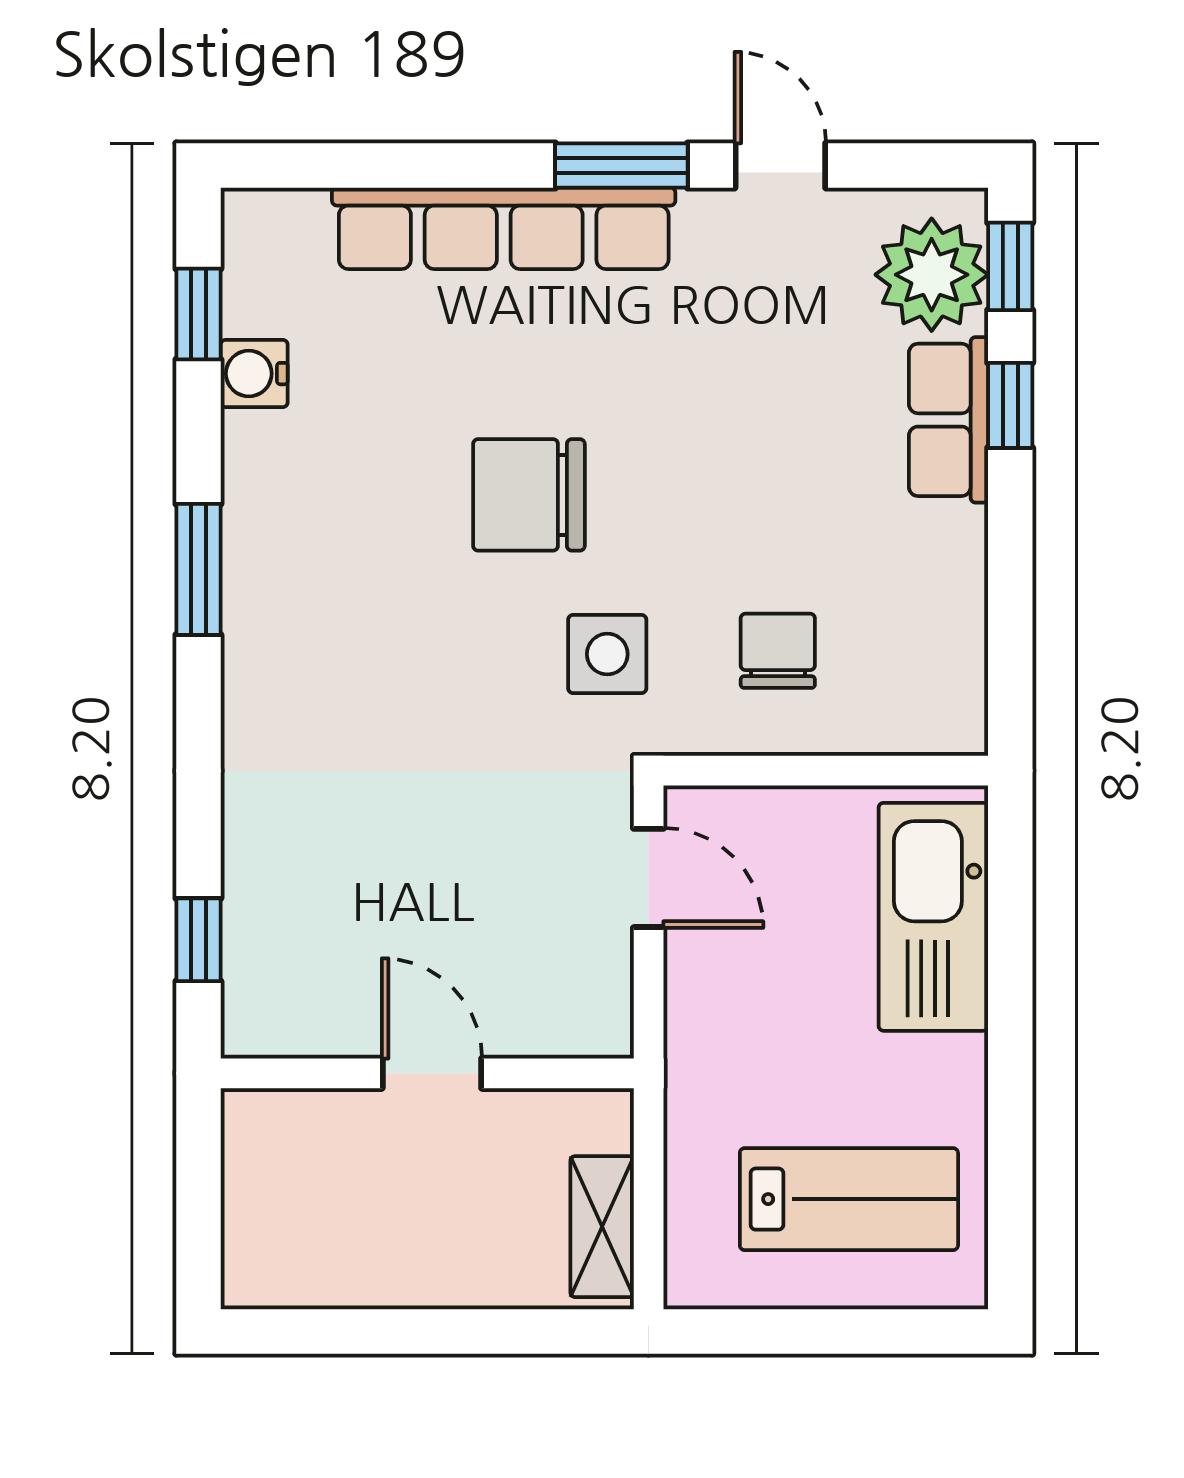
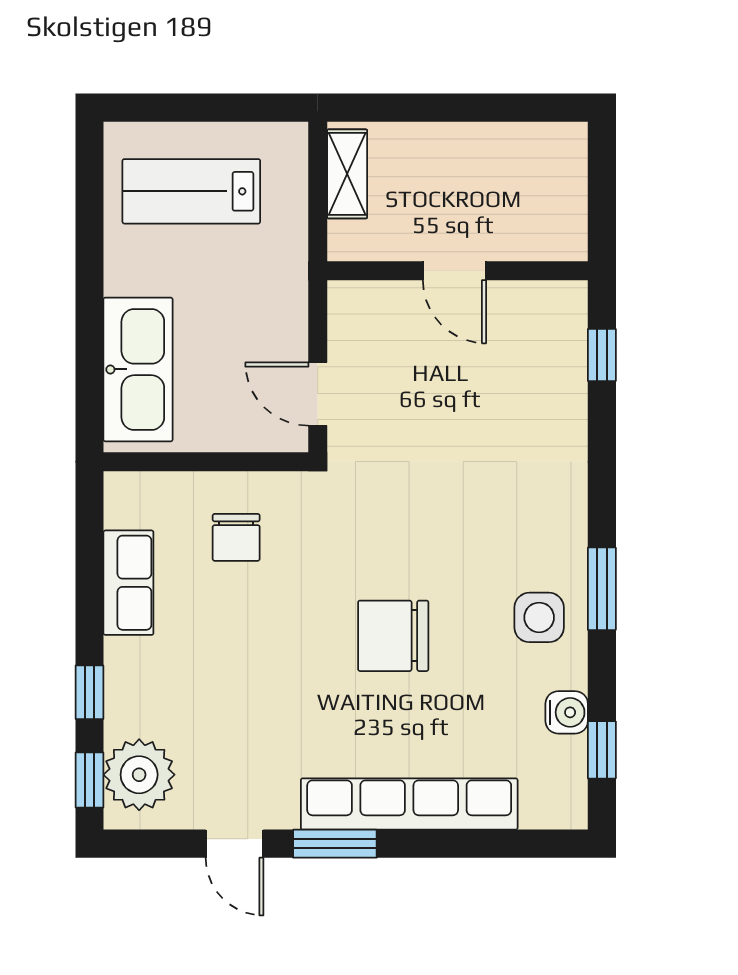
row of seats: (948, 420) -> (128, 583), moved
chair: (529, 495) -> (393, 636), turned 180
side table: (607, 654) -> (539, 617), moved

